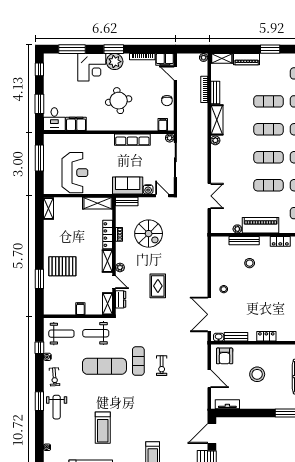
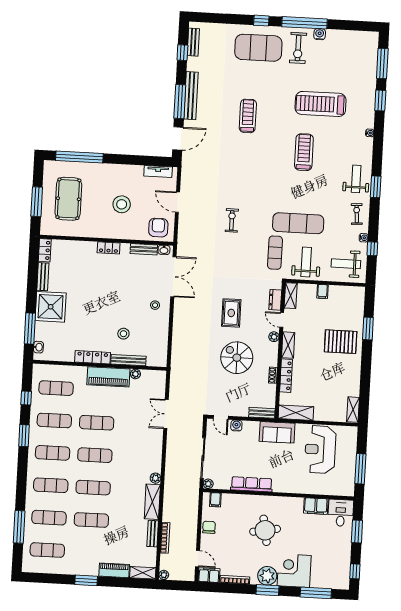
sofa: (128, 185) -> (277, 432), moved
spiral stairs: (149, 234) -> (237, 358), moved
locker: (280, 241) -> (93, 357), width x1.53
weight bench: (96, 333) -> (306, 262), turned -90
exercise mat: (138, 361) -> (275, 253), moved

